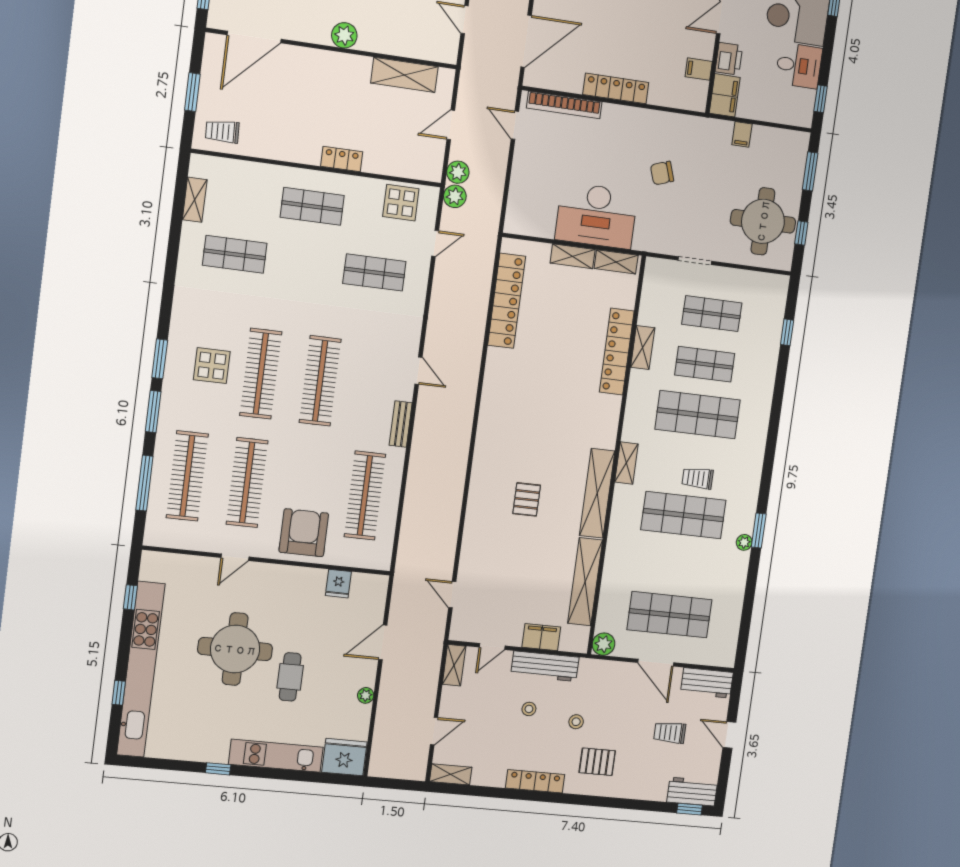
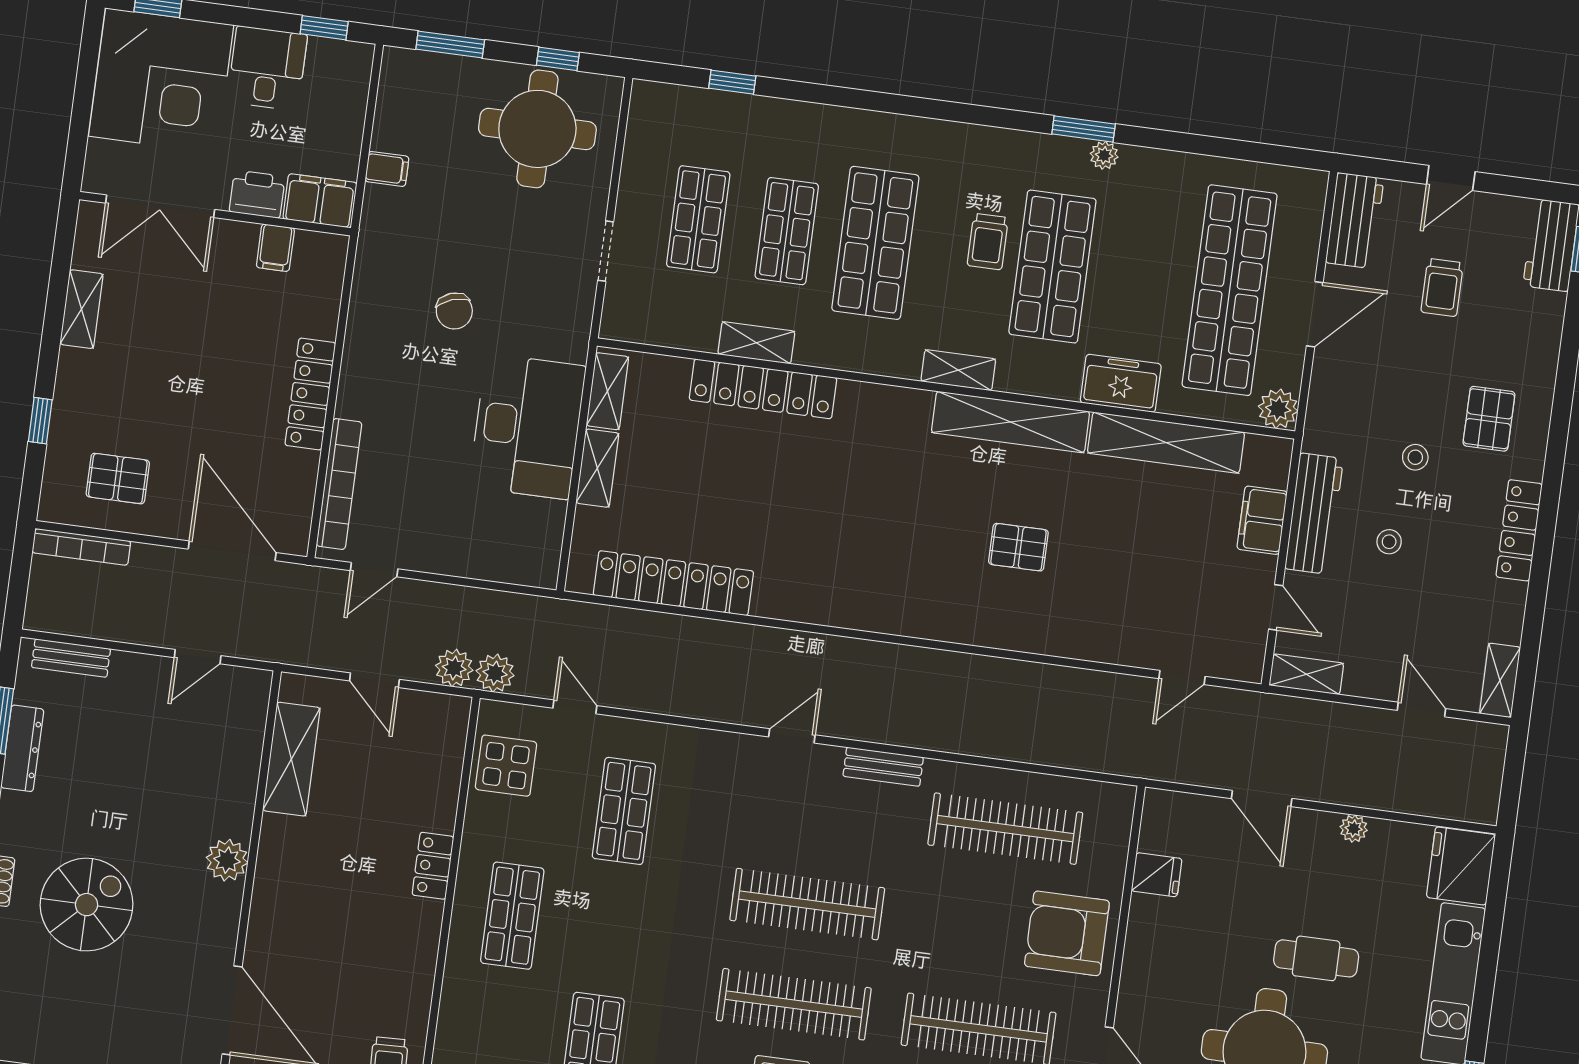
freezer: (618, 555) -> (1121, 383), added
shop shelf: (669, 615) -> (1230, 290), width x1.40

